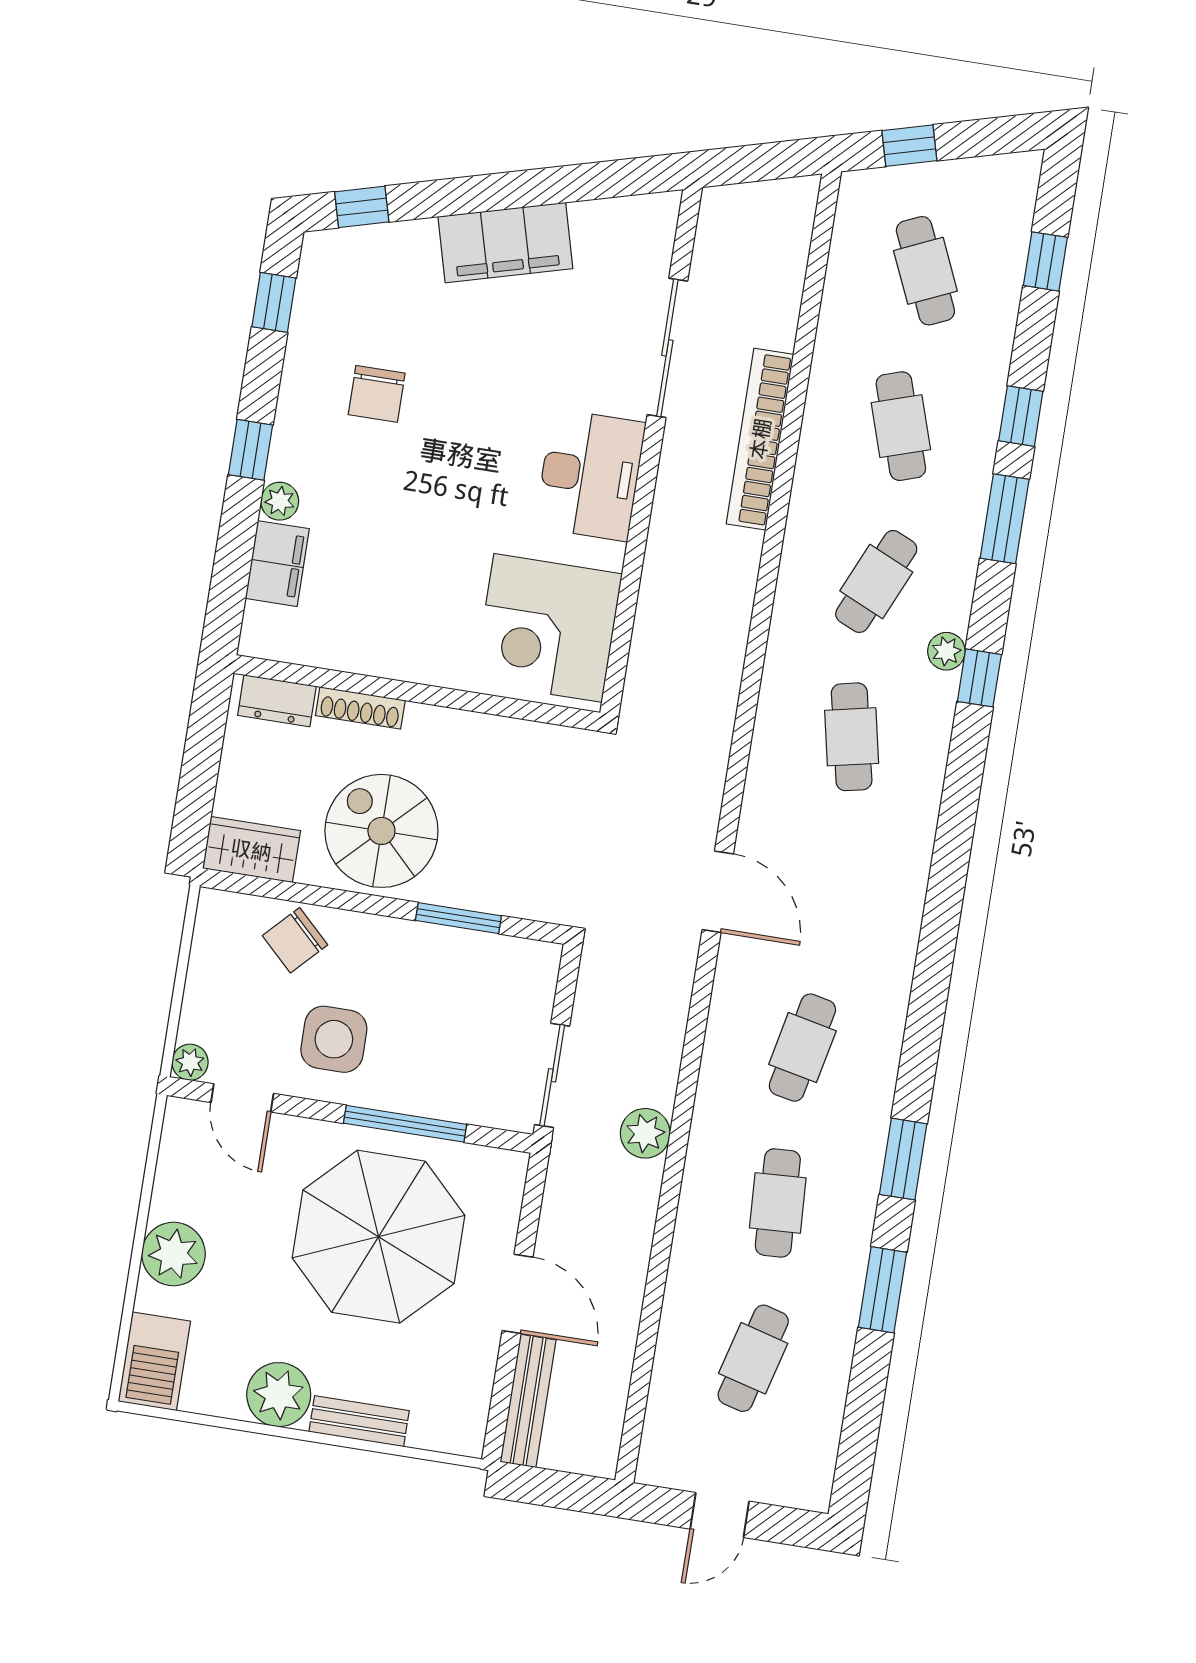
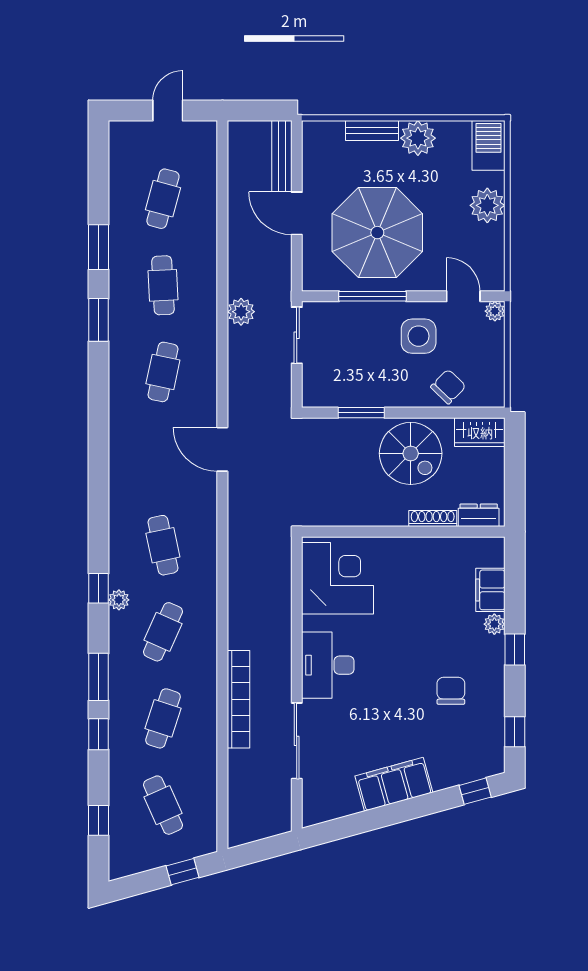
cafe table: (901, 426) -> (163, 718), turned 36

